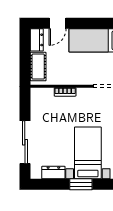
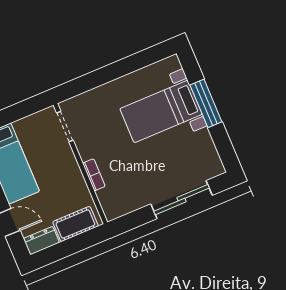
dresser: (53, 173) -> (206, 146), removed
window: (81, 184) -> (206, 103), width x1.44

